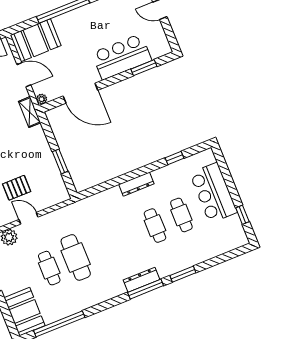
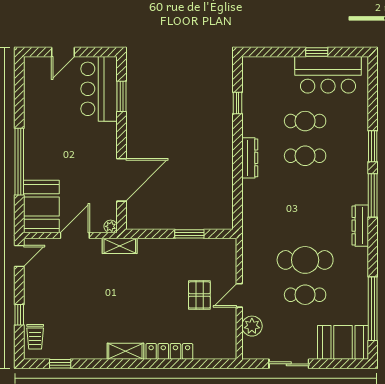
bar counter: (122, 57) -> (99, 89), moved
bar counter: (213, 193) -> (328, 75), moved
window: (242, 215) -> (317, 52), moved
dresser: (141, 280) -> (360, 226), moved

